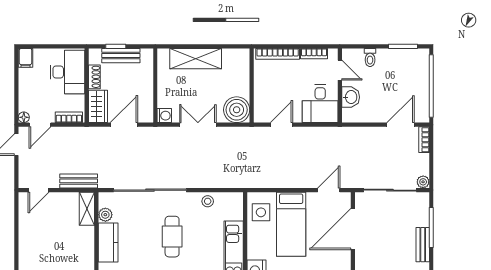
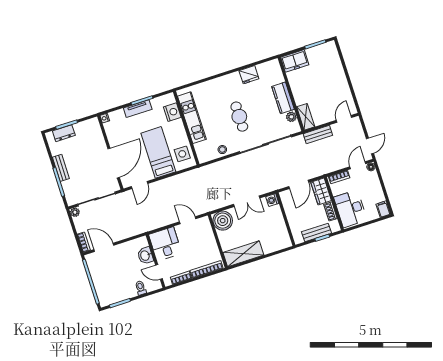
shelving: (196, 59) -> (243, 254), moved
door: (281, 125) -> (188, 220), swing flipped
door: (400, 125) -> (104, 247), swing flipped

